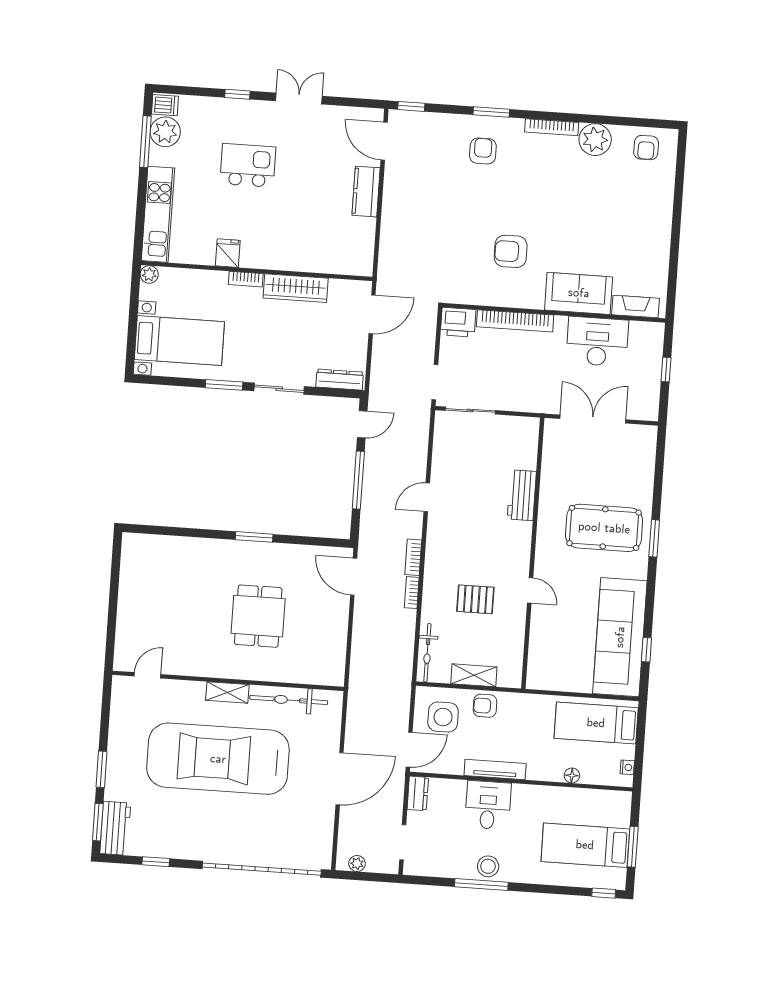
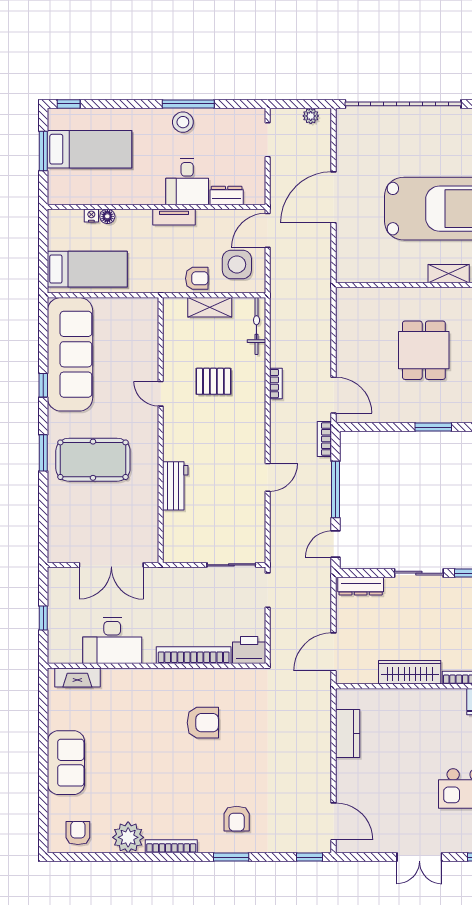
kitchen counter: (366, 192) -> (348, 733), moved
sofa: (579, 293) -> (66, 763), moved, turned -90
bookcase: (413, 557) -> (324, 439), moved, turned 180
window: (646, 650) -> (43, 385), moved
bicycle: (289, 700) -> (388, 271), removed
nightstand: (627, 767) -> (91, 215), moved, turned 90
tv unit: (495, 769) -> (174, 217), width x0.71
dresser: (418, 793) -> (227, 195), moved, turned 90

